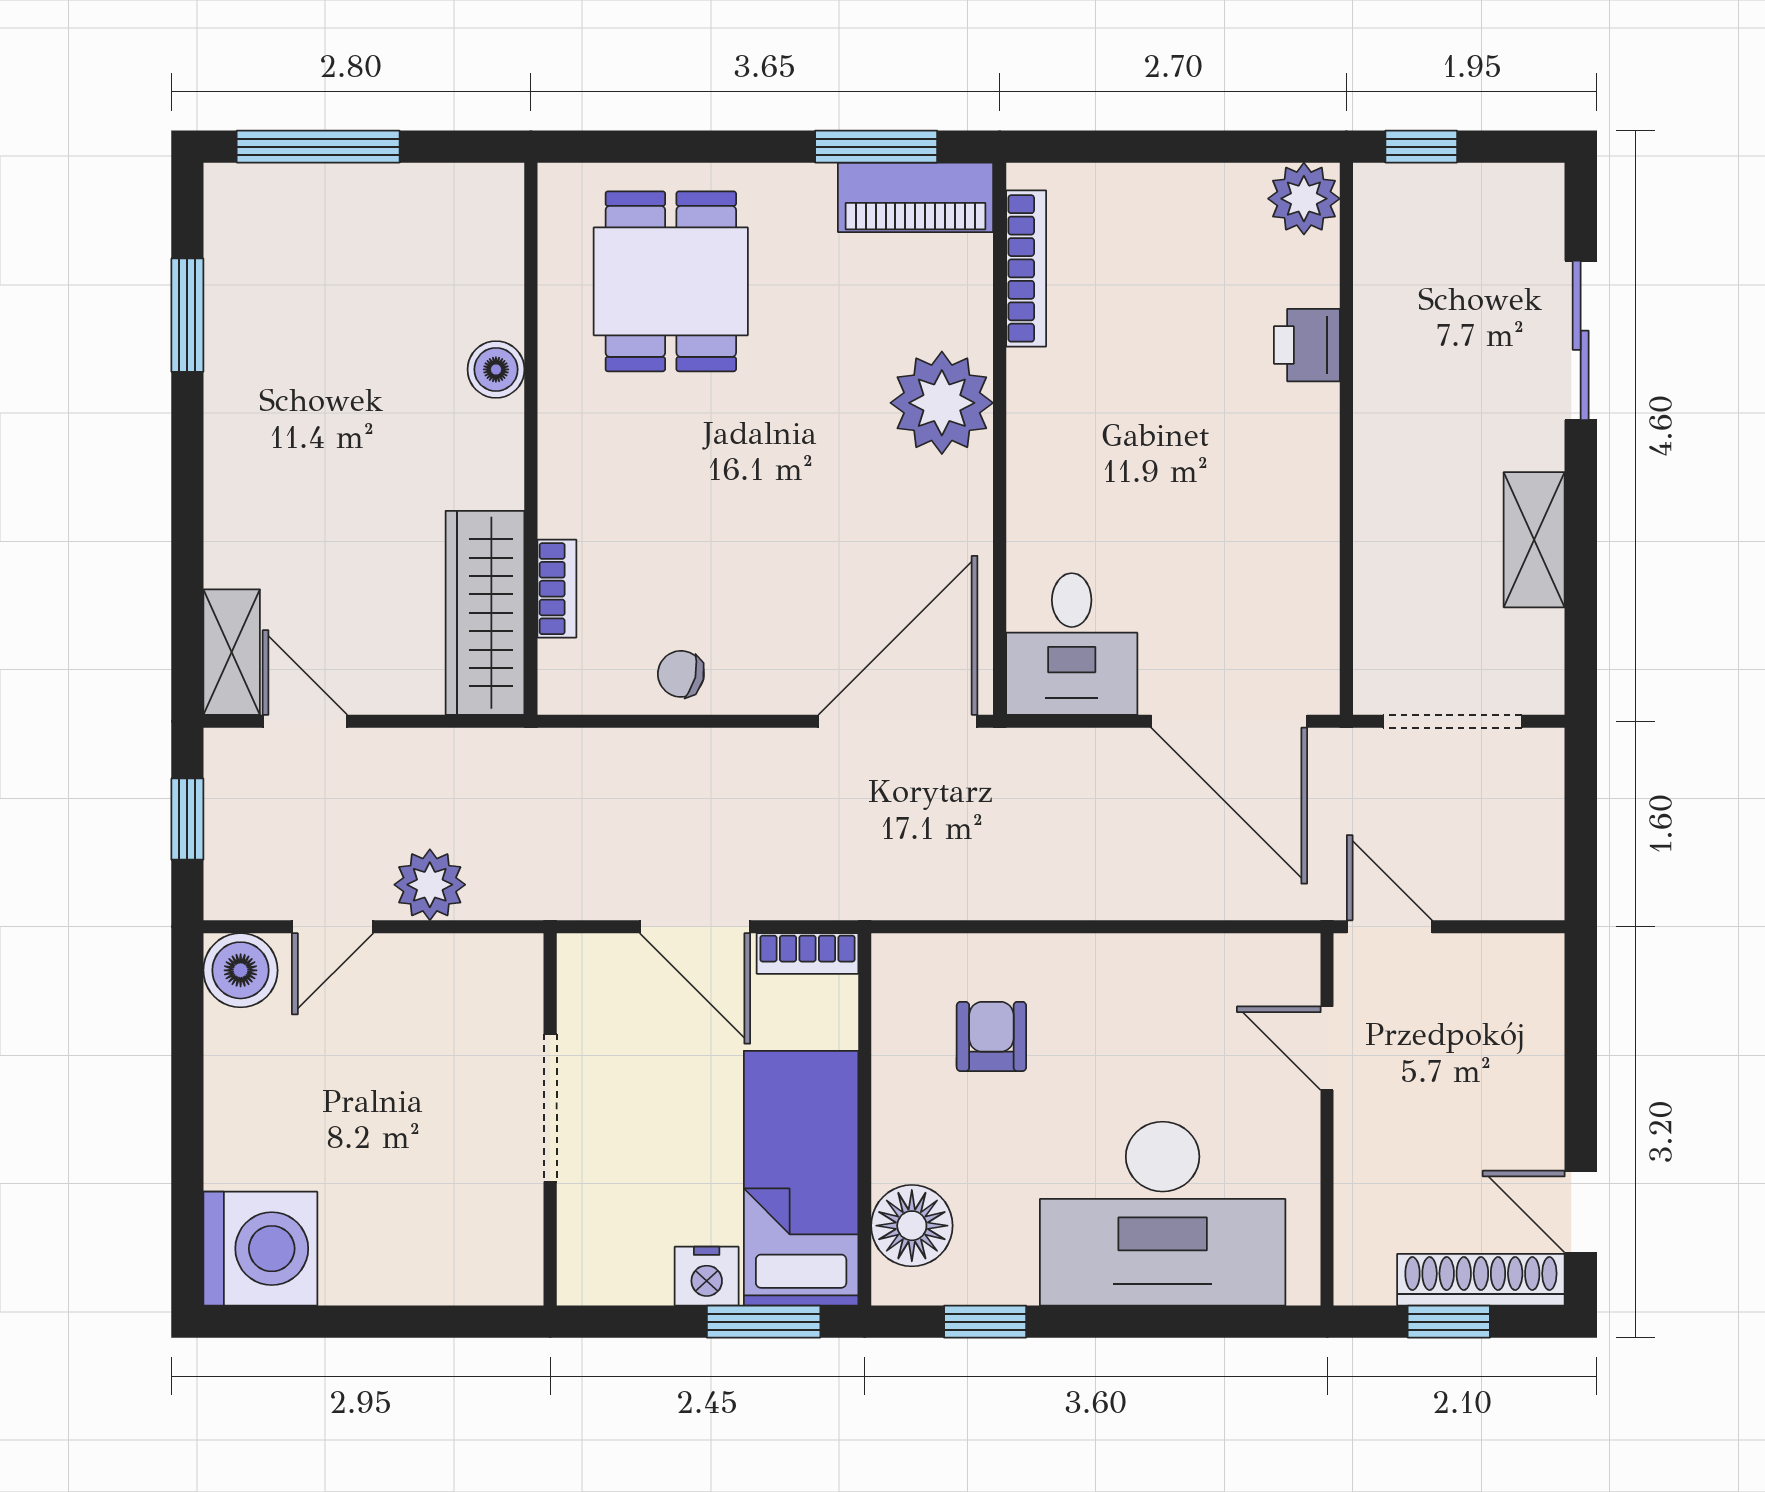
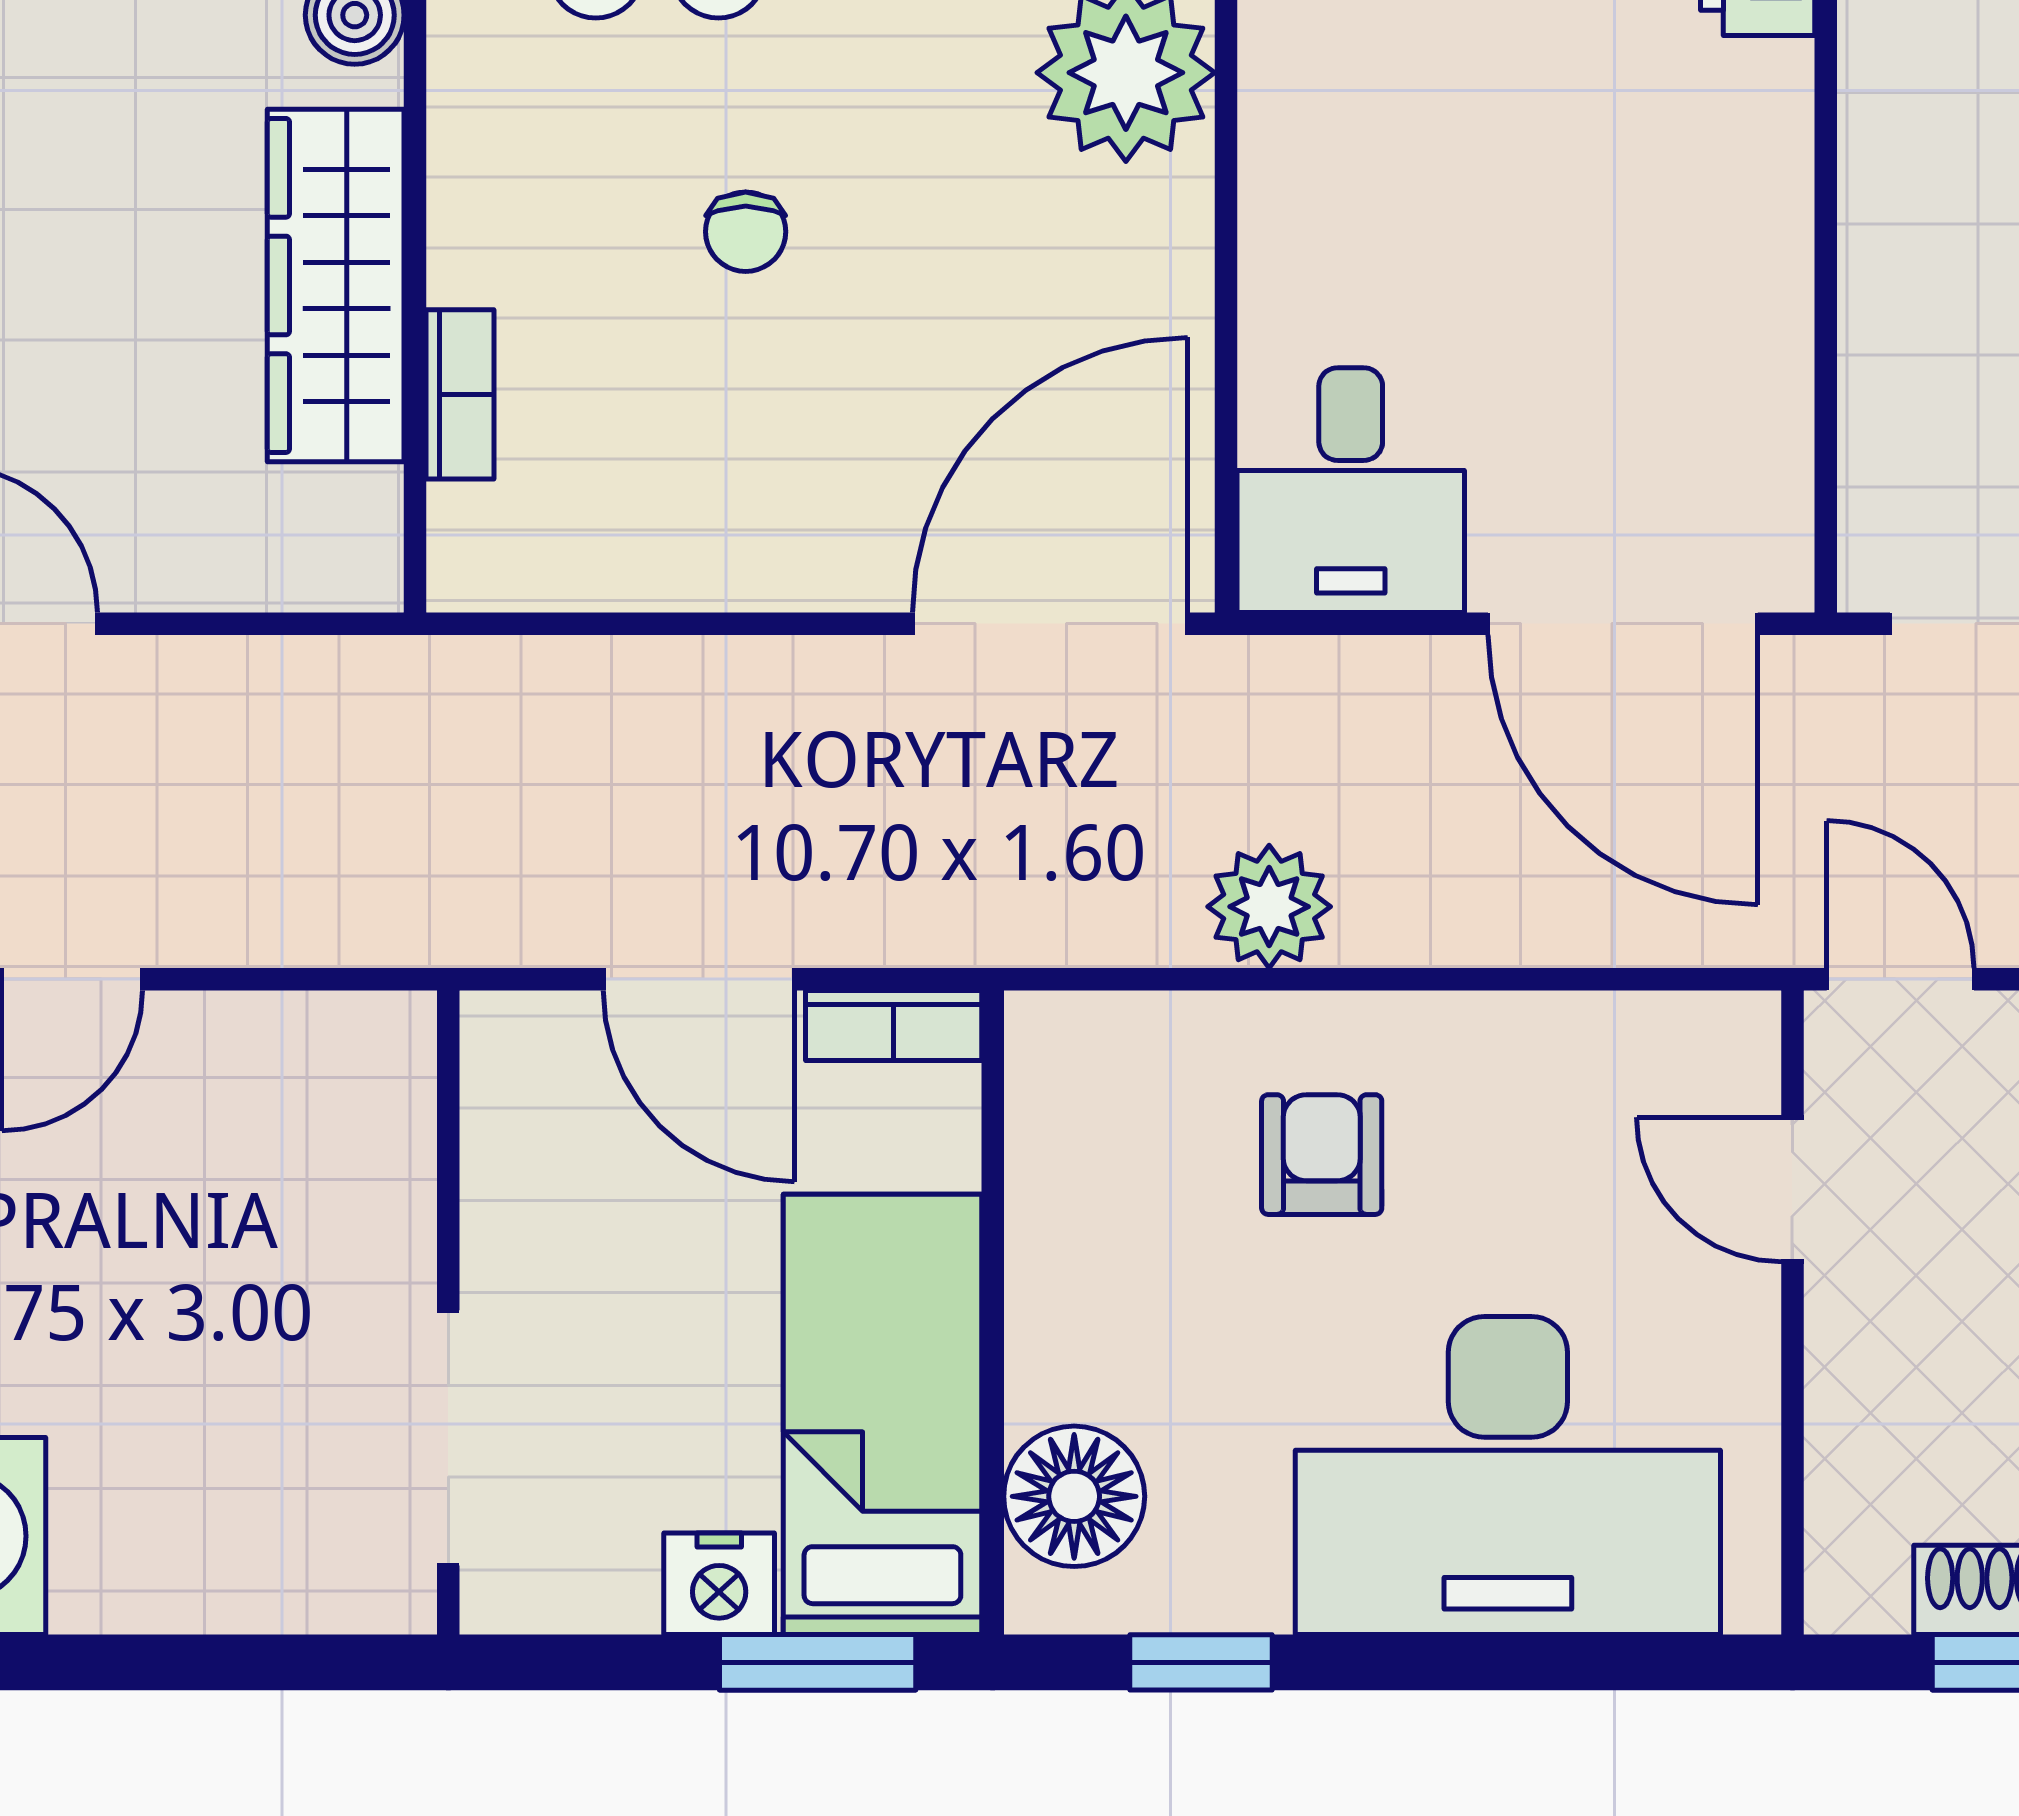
wardrobe: (485, 613) -> (336, 285), moved
chair: (681, 674) -> (746, 232), moved, turned -104
plant: (430, 885) -> (1269, 907), moved
armchair: (991, 1036) -> (1322, 1155), moved
doorway: (550, 1108) -> (448, 1438), moved

